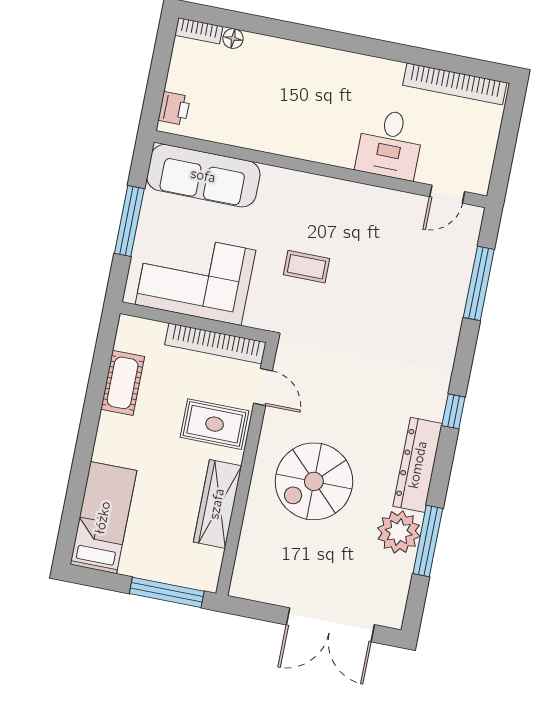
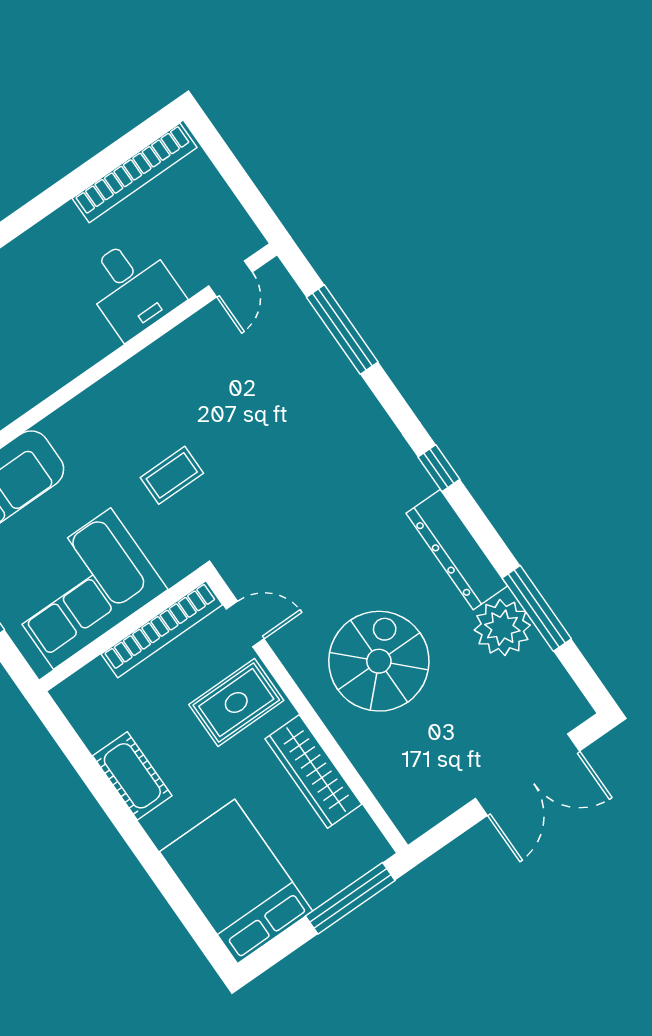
cot: (123, 383) -> (132, 776), moved
spiral stairs: (314, 481) -> (379, 661), turned 180
bed: (103, 518) -> (236, 881), width x1.50

